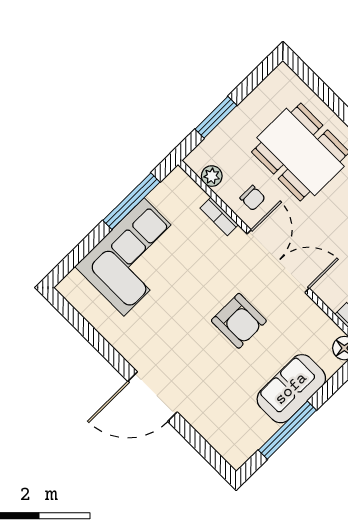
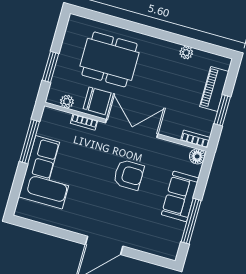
chair: (253, 198) -> (97, 101), width x1.87, depth x1.87

